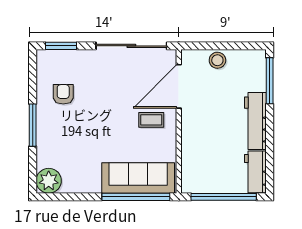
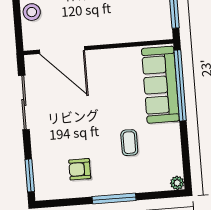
sliding door: (131, 46) -> (24, 103), width x0.73
coffee table: (151, 120) -> (129, 143), moved
plant: (49, 181) -> (177, 183), width x0.53, depth x0.53

